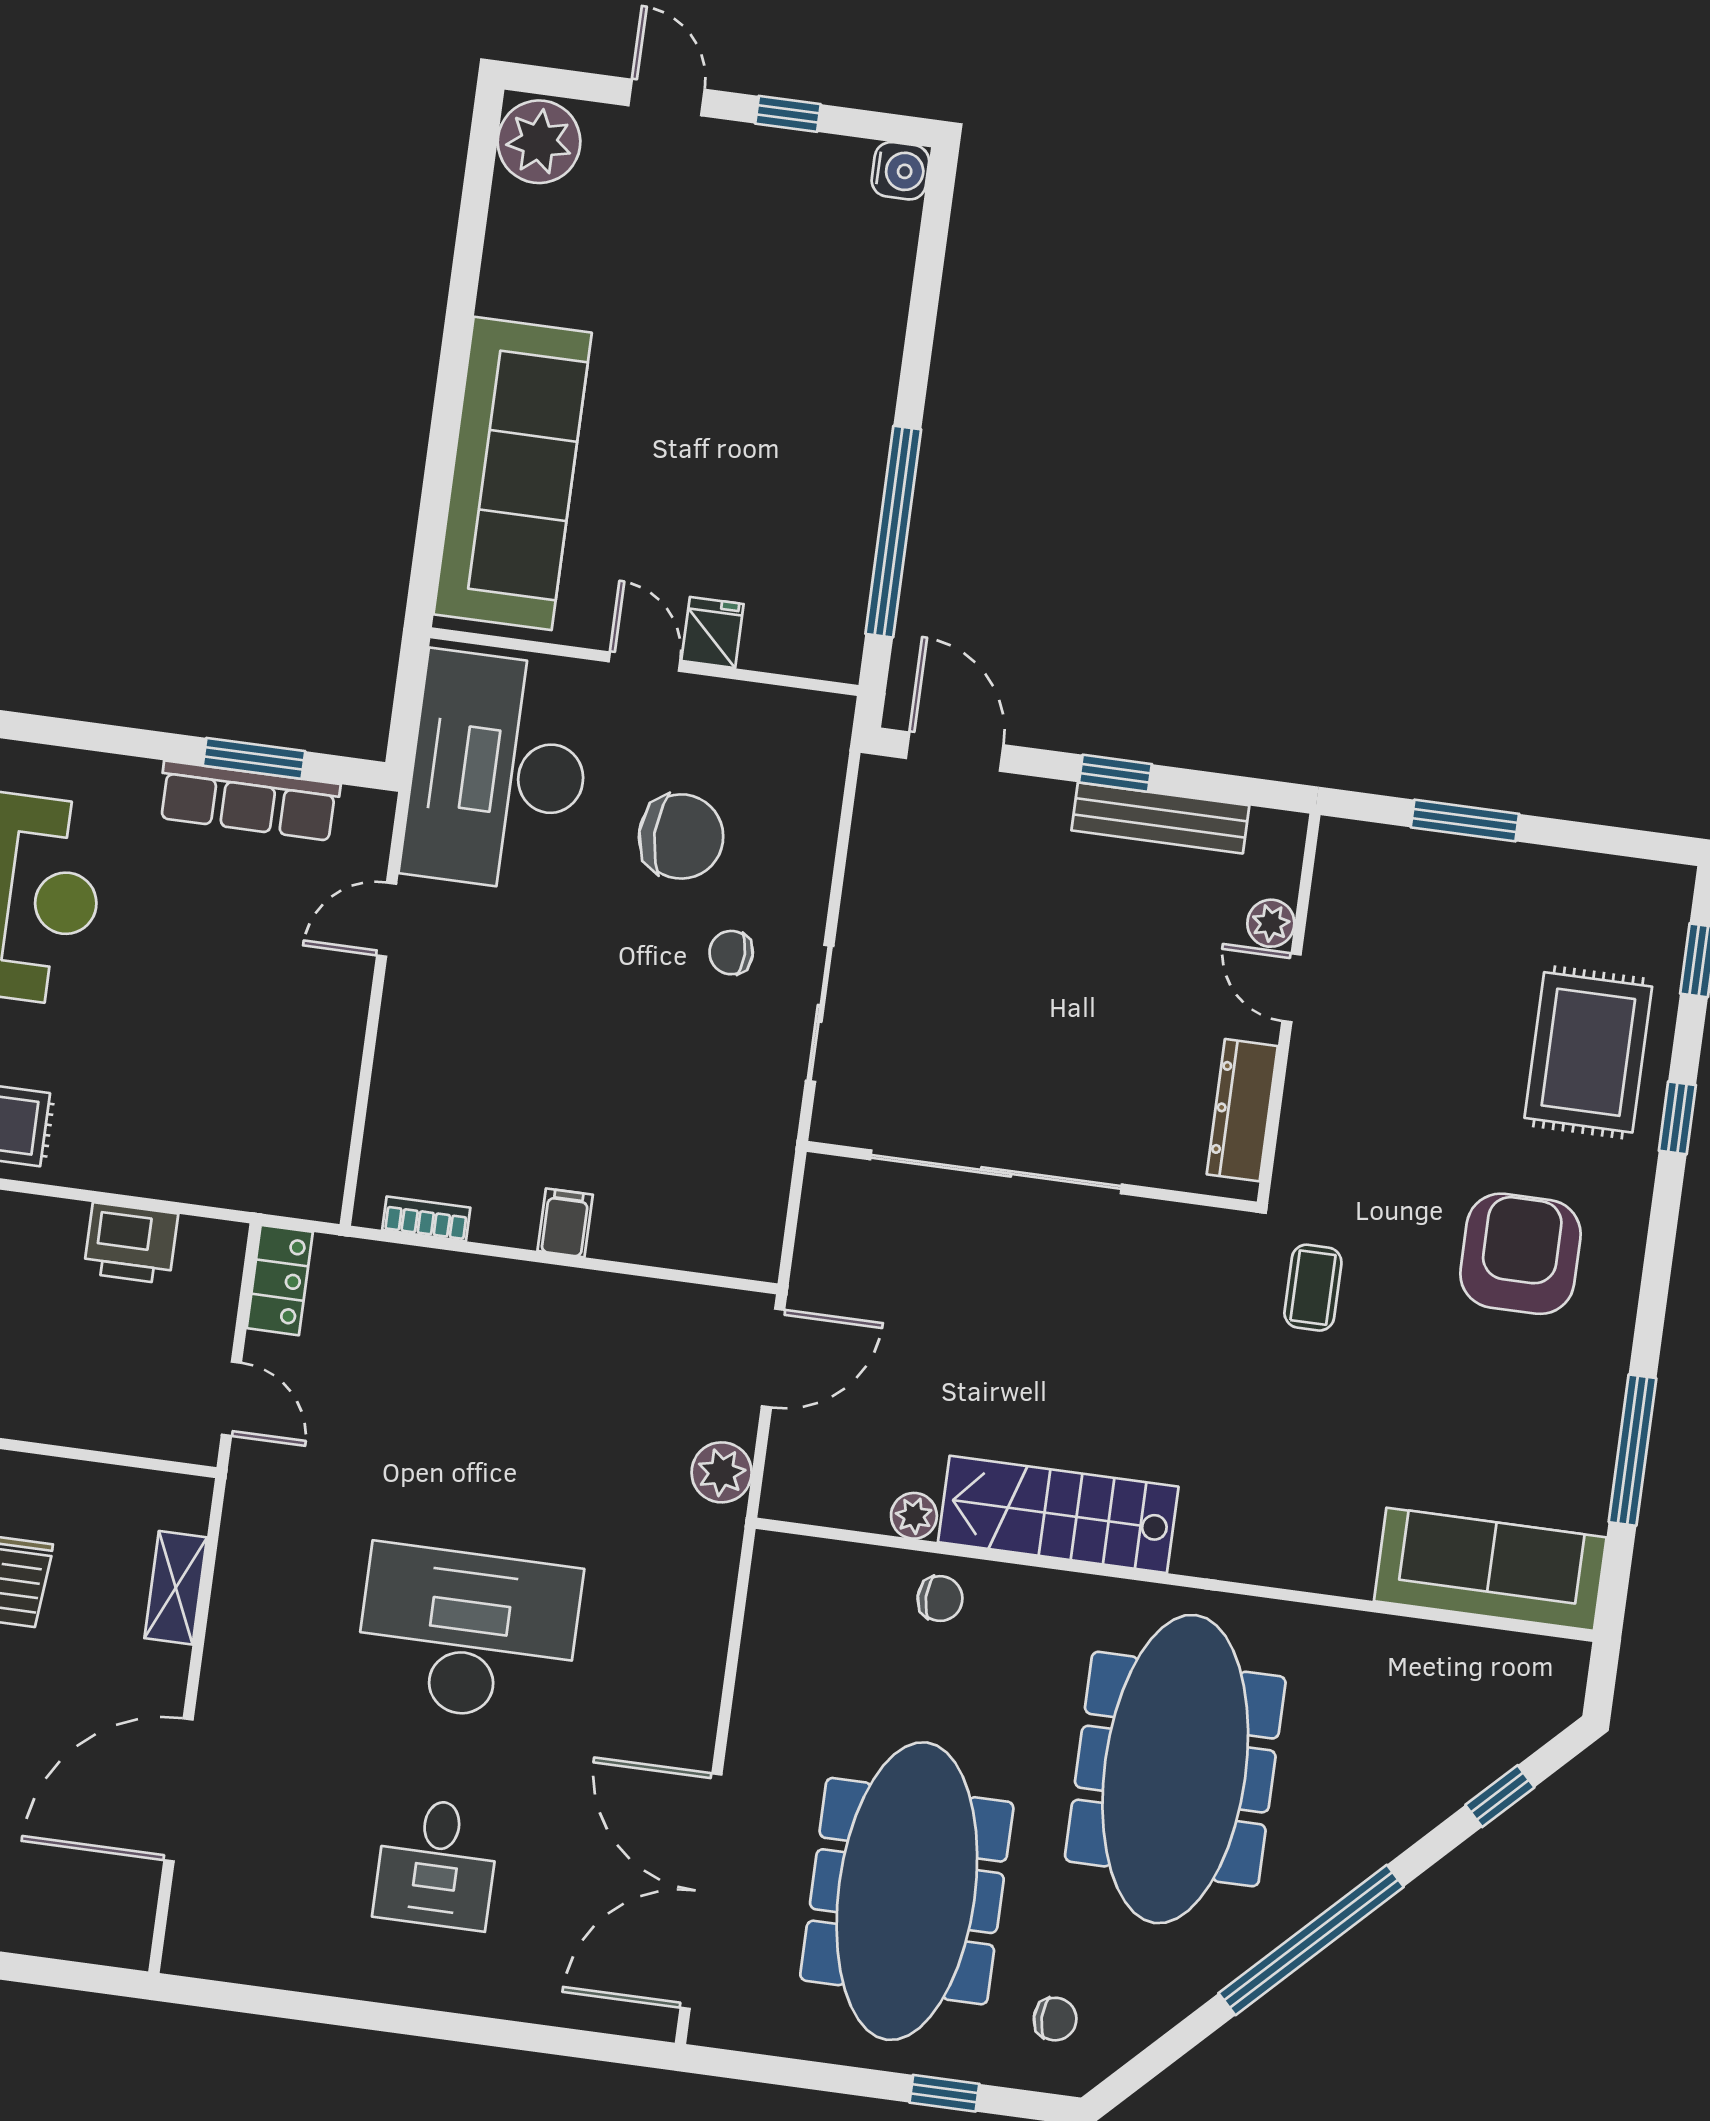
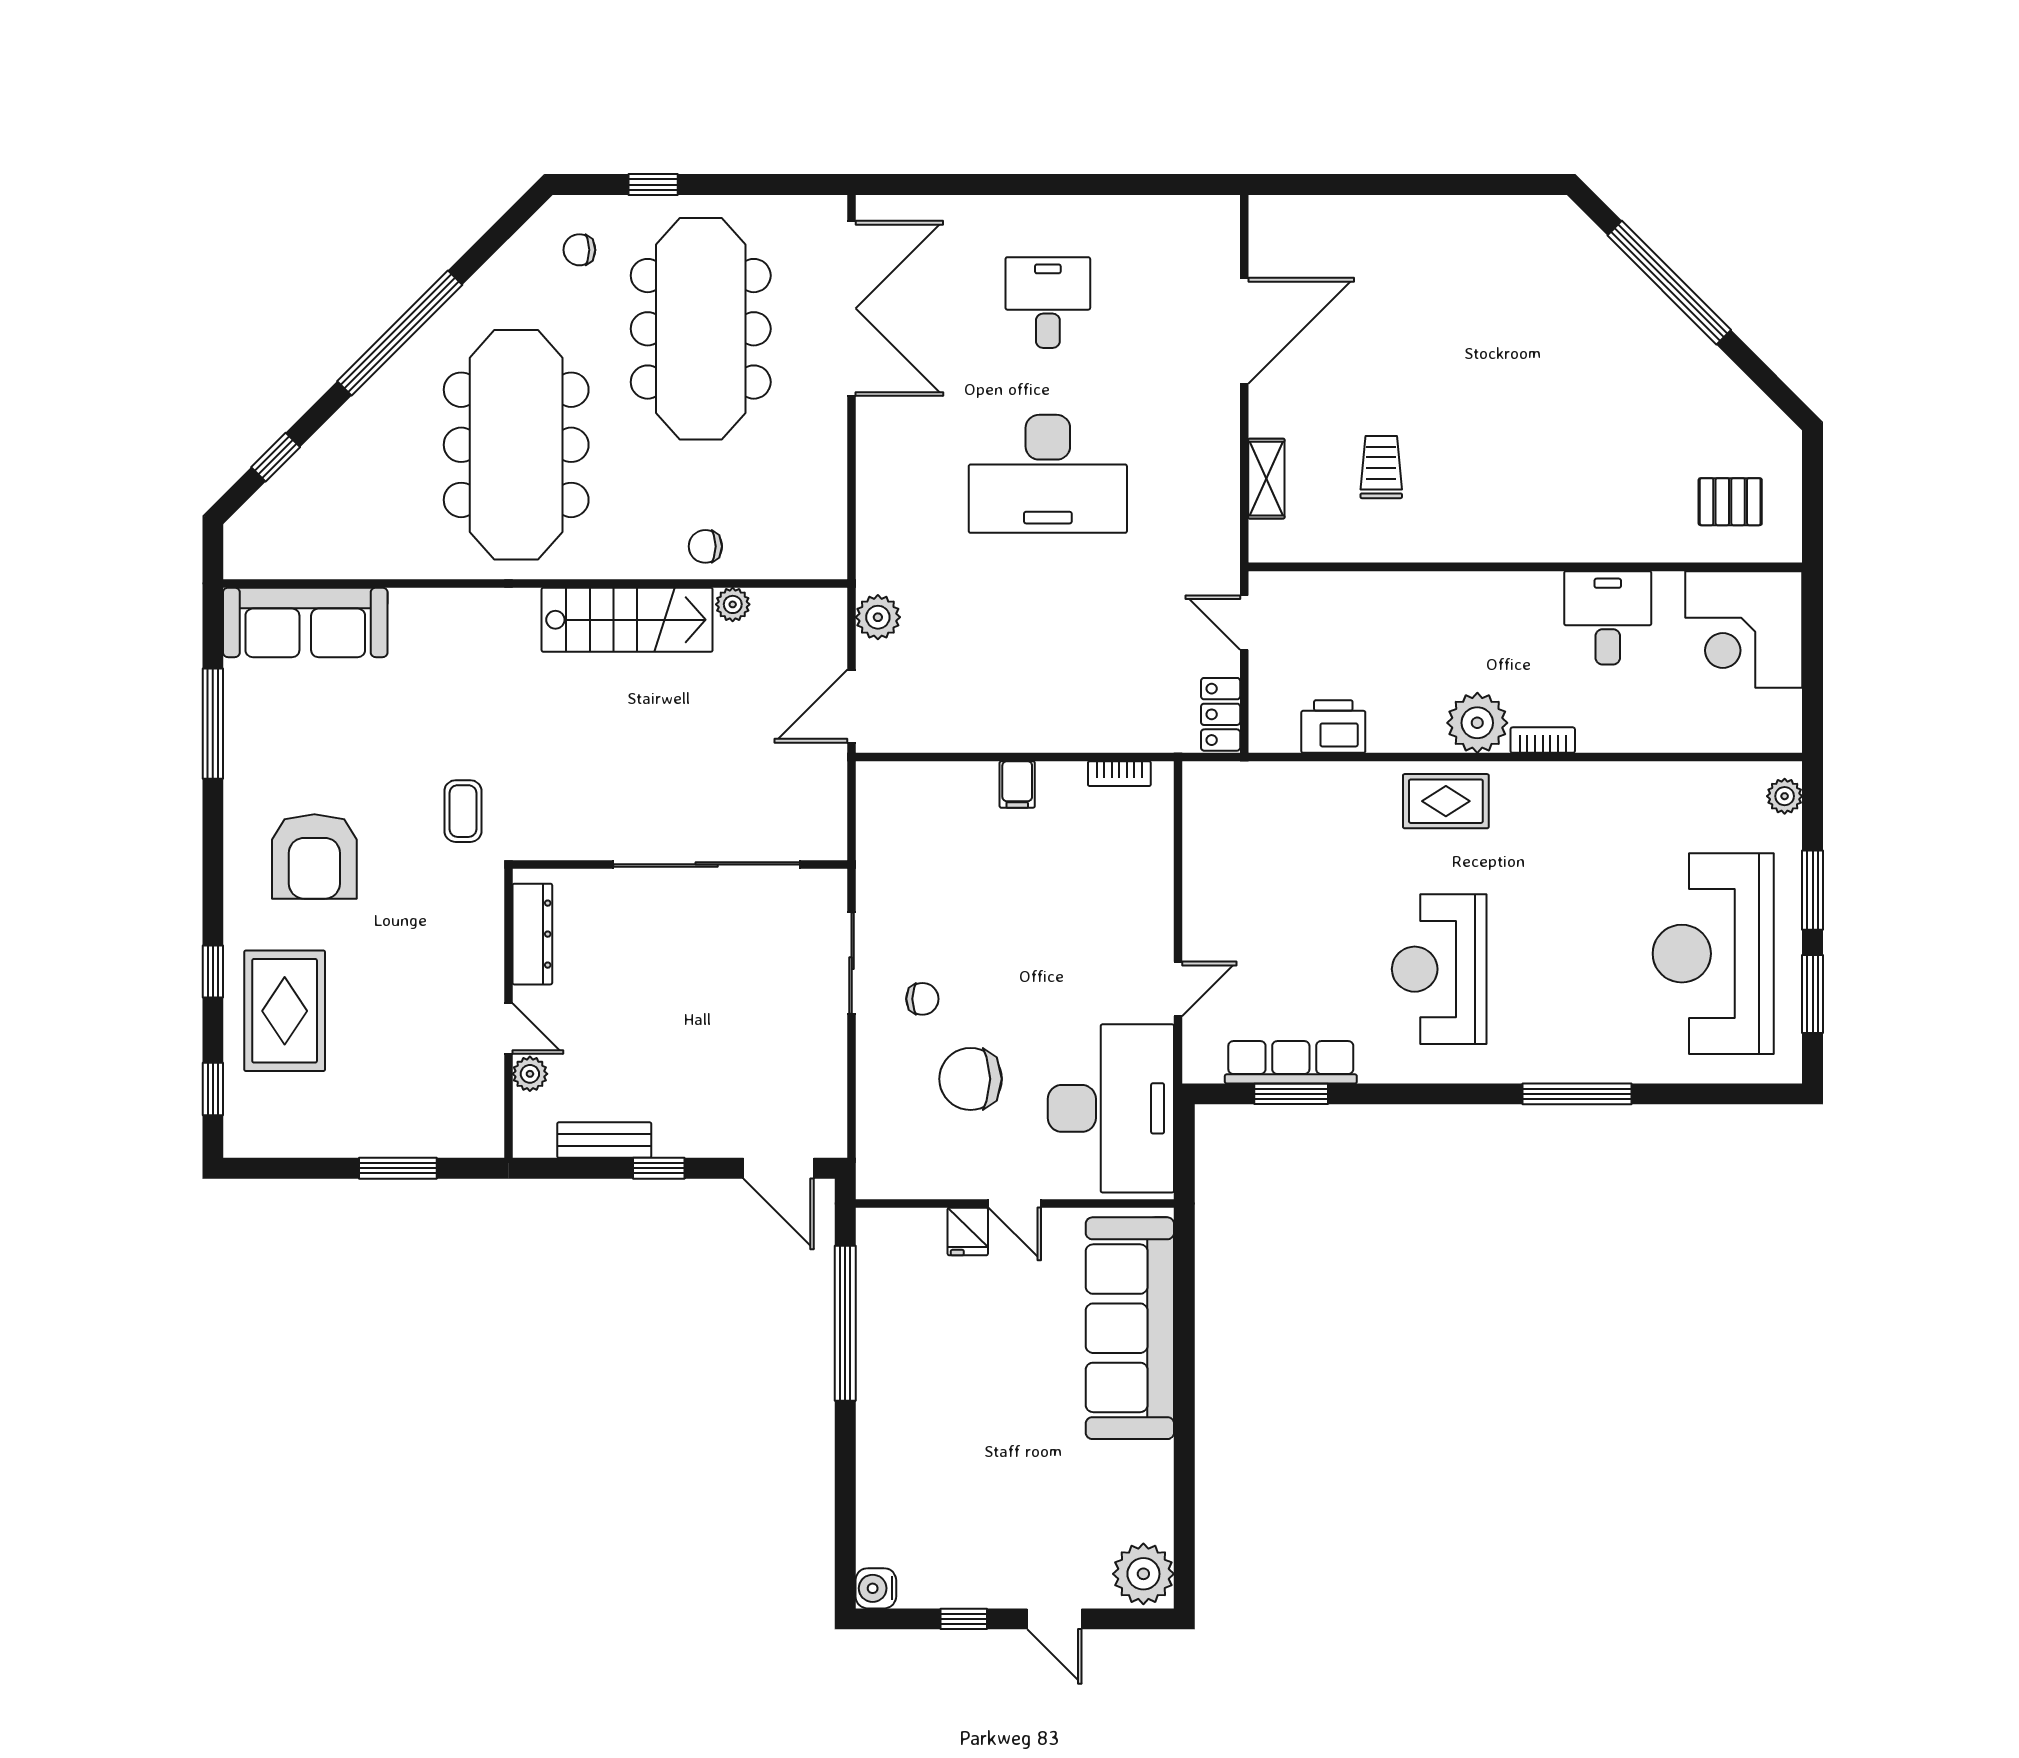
bench: (1160, 818) -> (604, 1140), width x0.73

